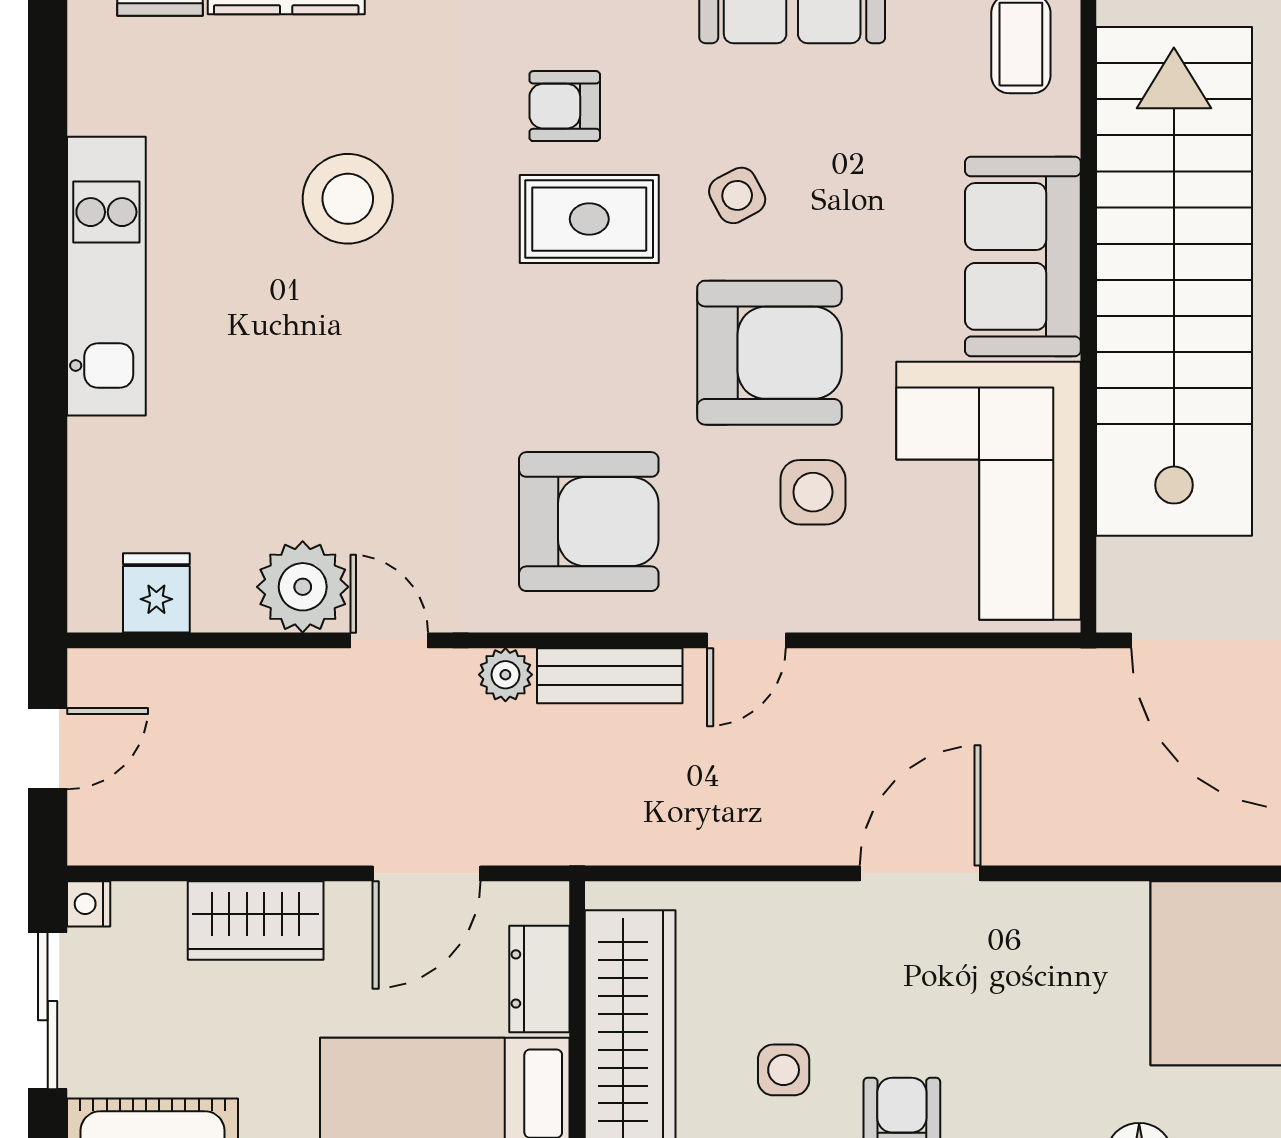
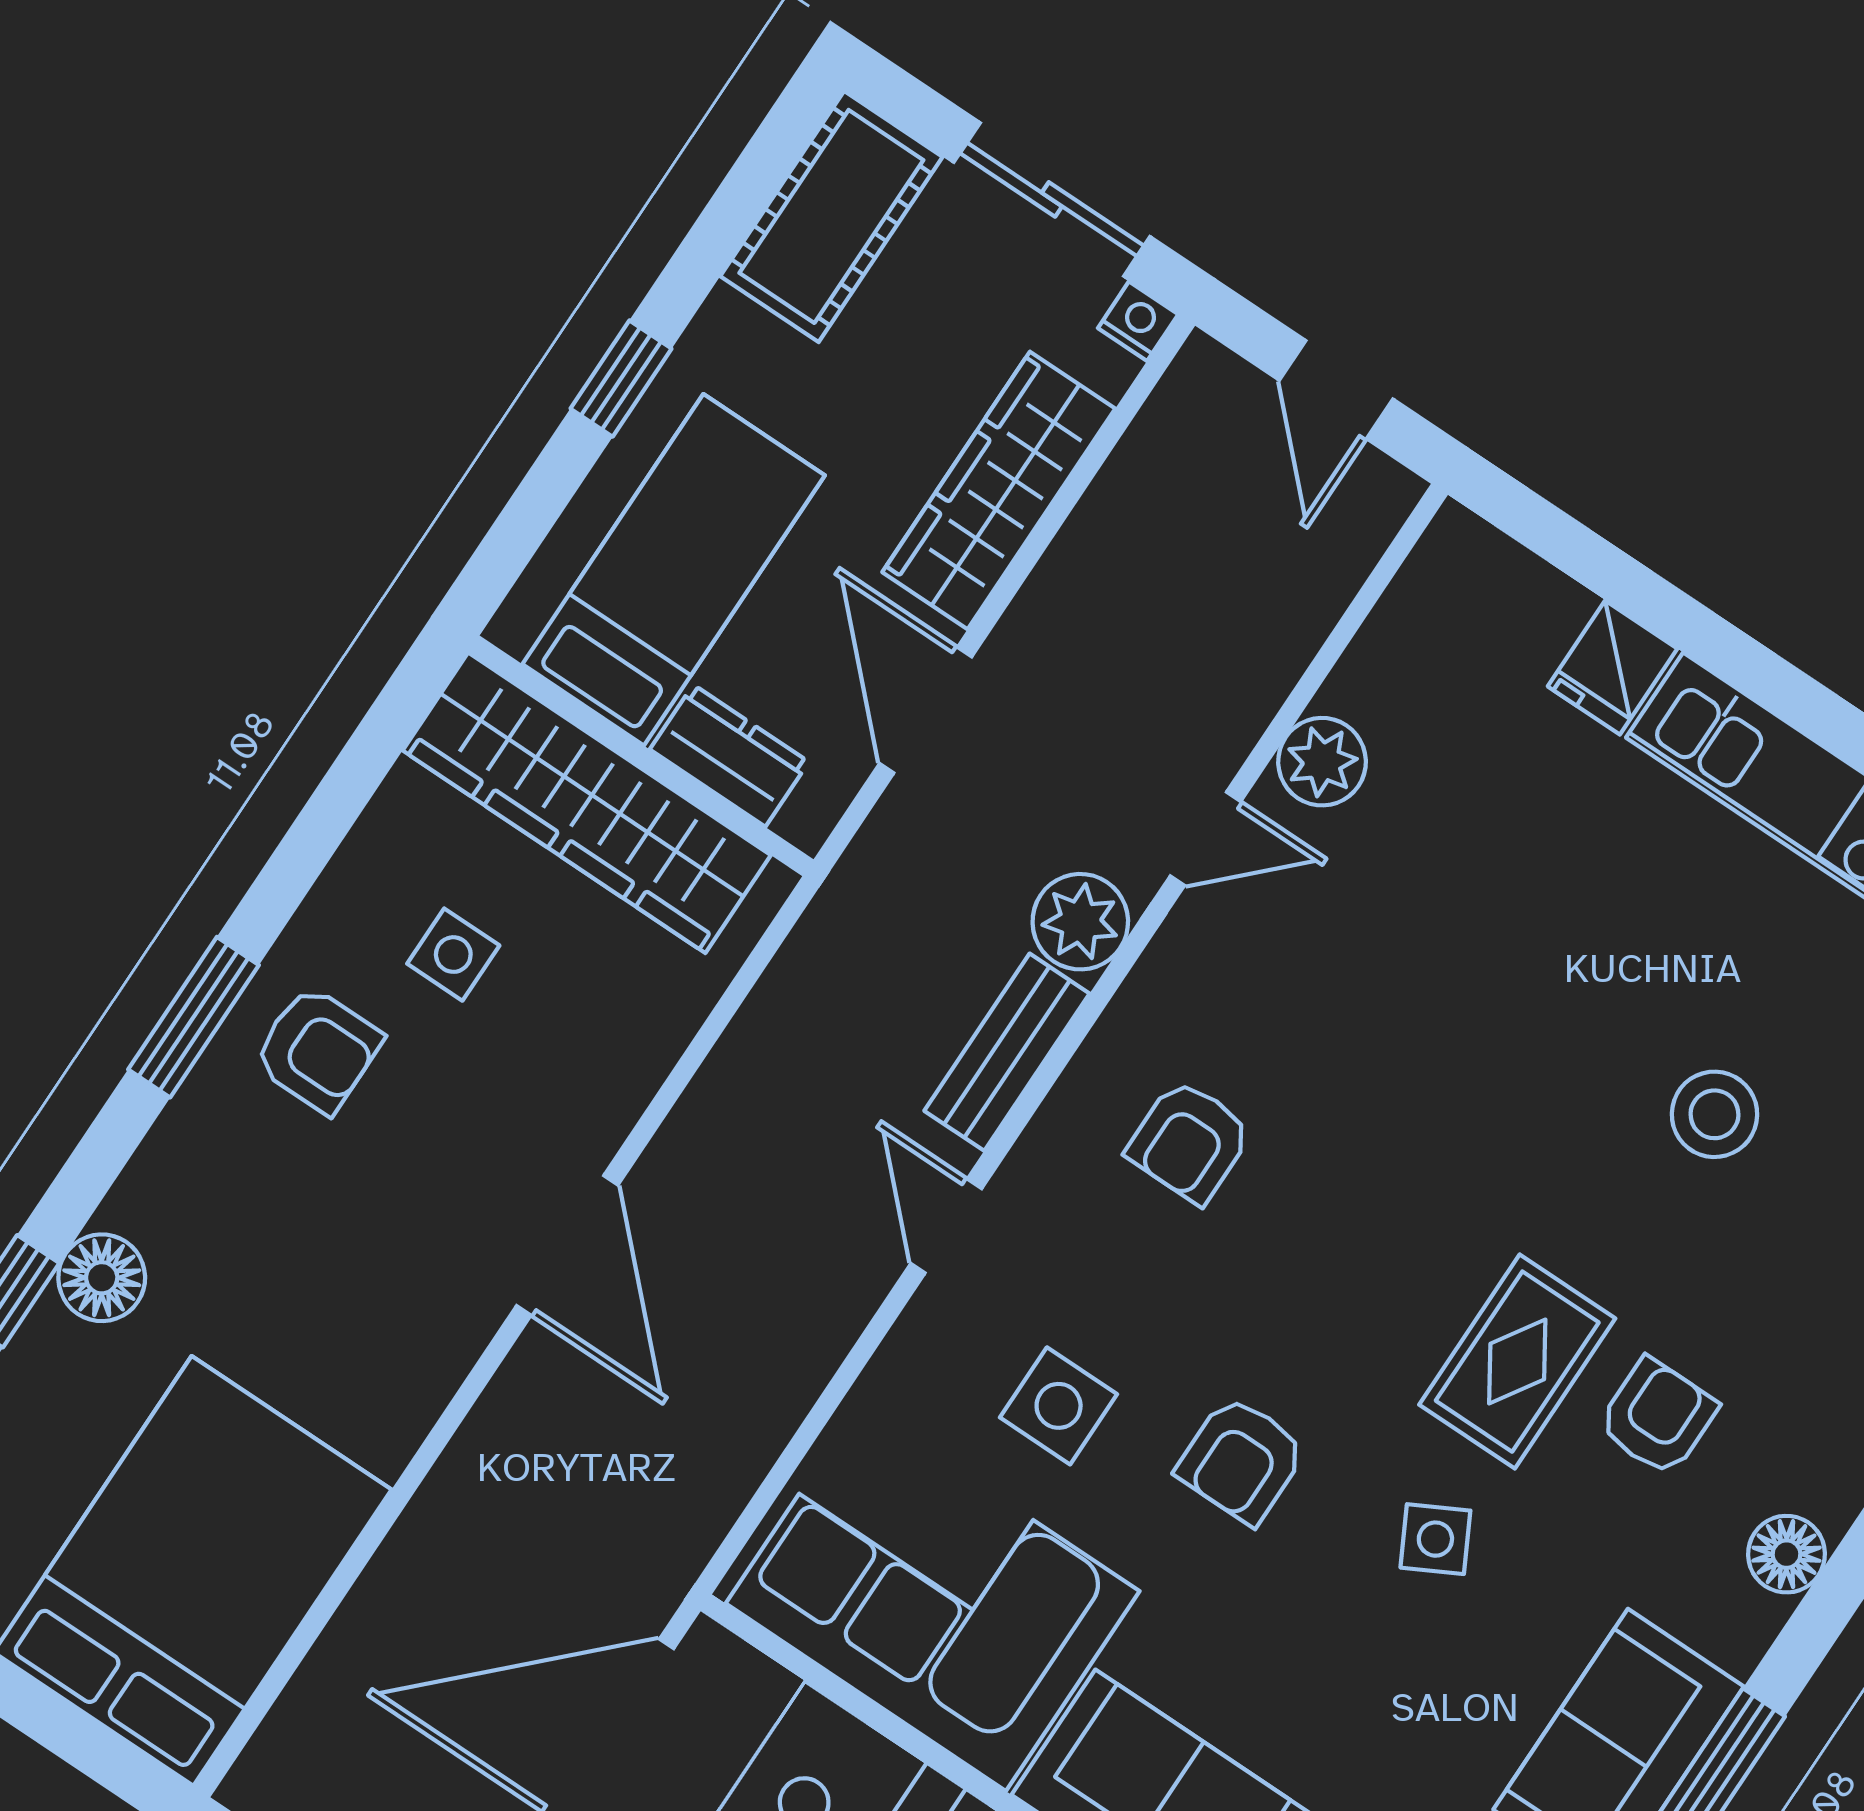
stool: (348, 199) -> (1714, 1114), width x0.73, depth x0.73
armchair: (769, 353) -> (1241, 1460), width x0.53, depth x0.53
armchair: (589, 522) -> (1189, 1141), width x0.53, depth x0.53
plant: (303, 587) -> (1322, 762), width x0.73, depth x0.73
fridge: (156, 593) -> (1613, 668), moved, turned 90
plant: (505, 675) -> (1080, 922), width x1.38, depth x1.38
wardrobe: (256, 920) -> (999, 490), width x1.50

